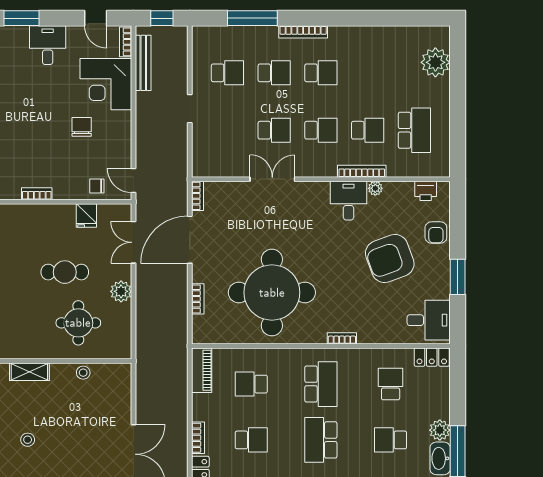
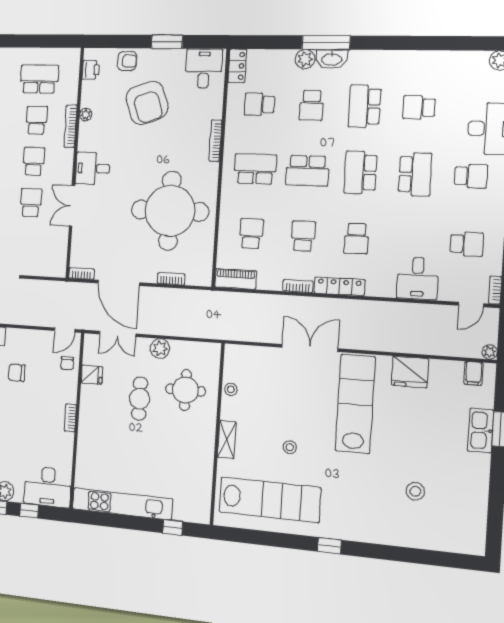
desk: (348, 201) -> (93, 168), moved
bookcase: (342, 338) -> (215, 141), width x1.56
school desk: (251, 384) -> (251, 234), turned 180

